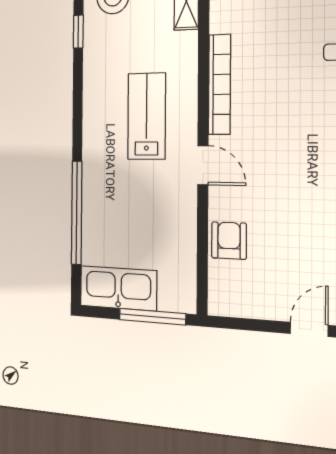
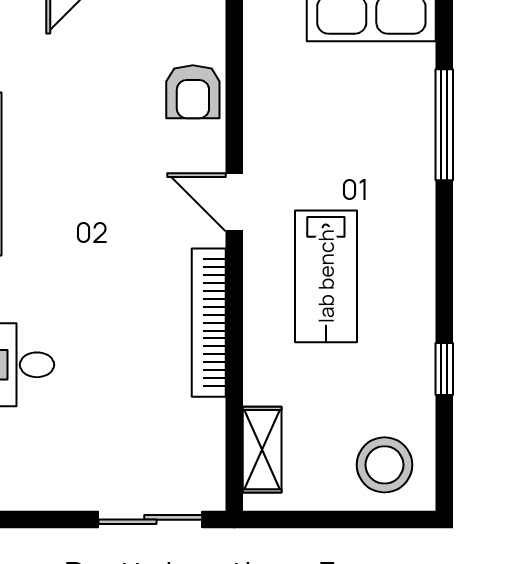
window: (78, 32) -> (444, 369), moved
window: (77, 213) -> (444, 125), width x0.68

